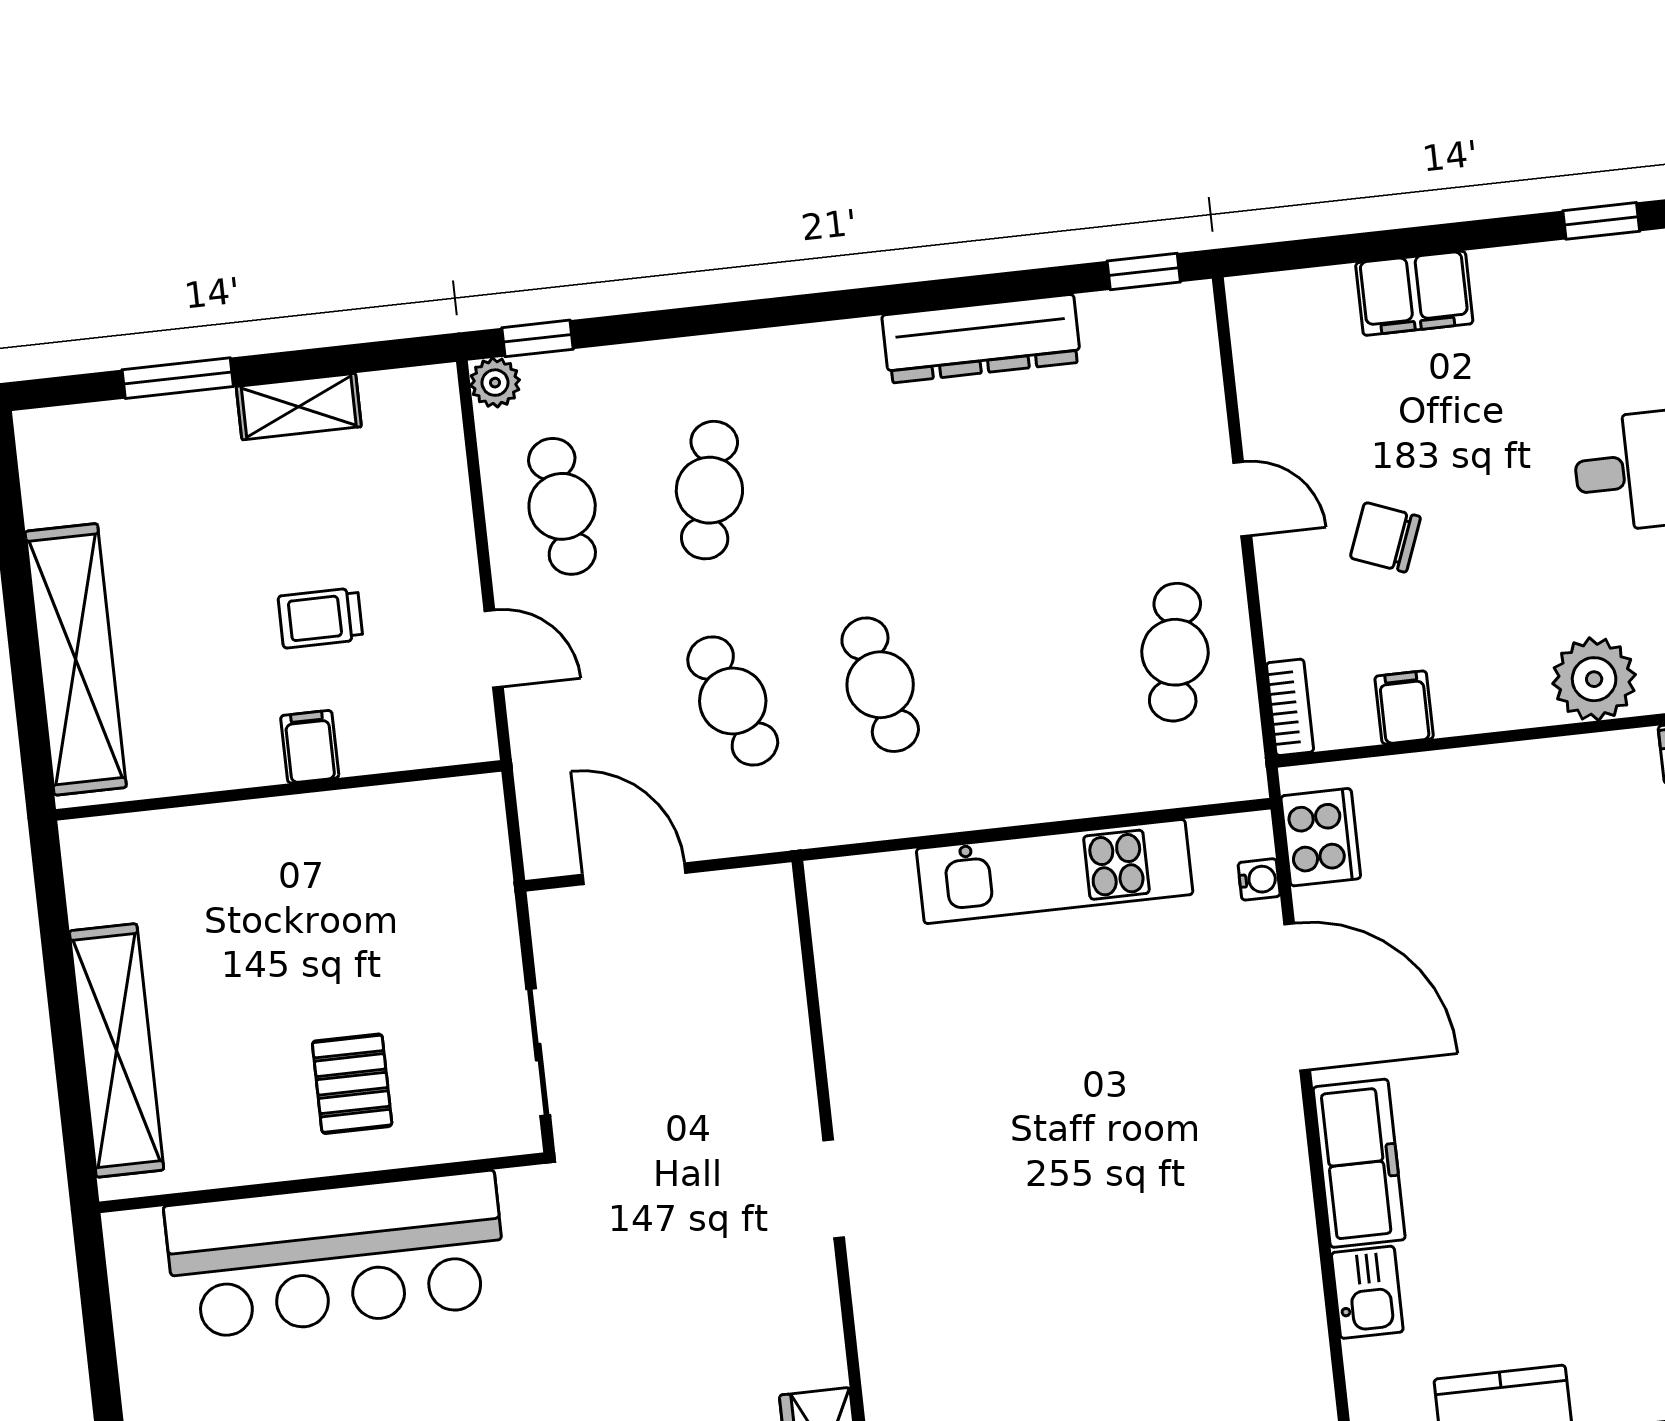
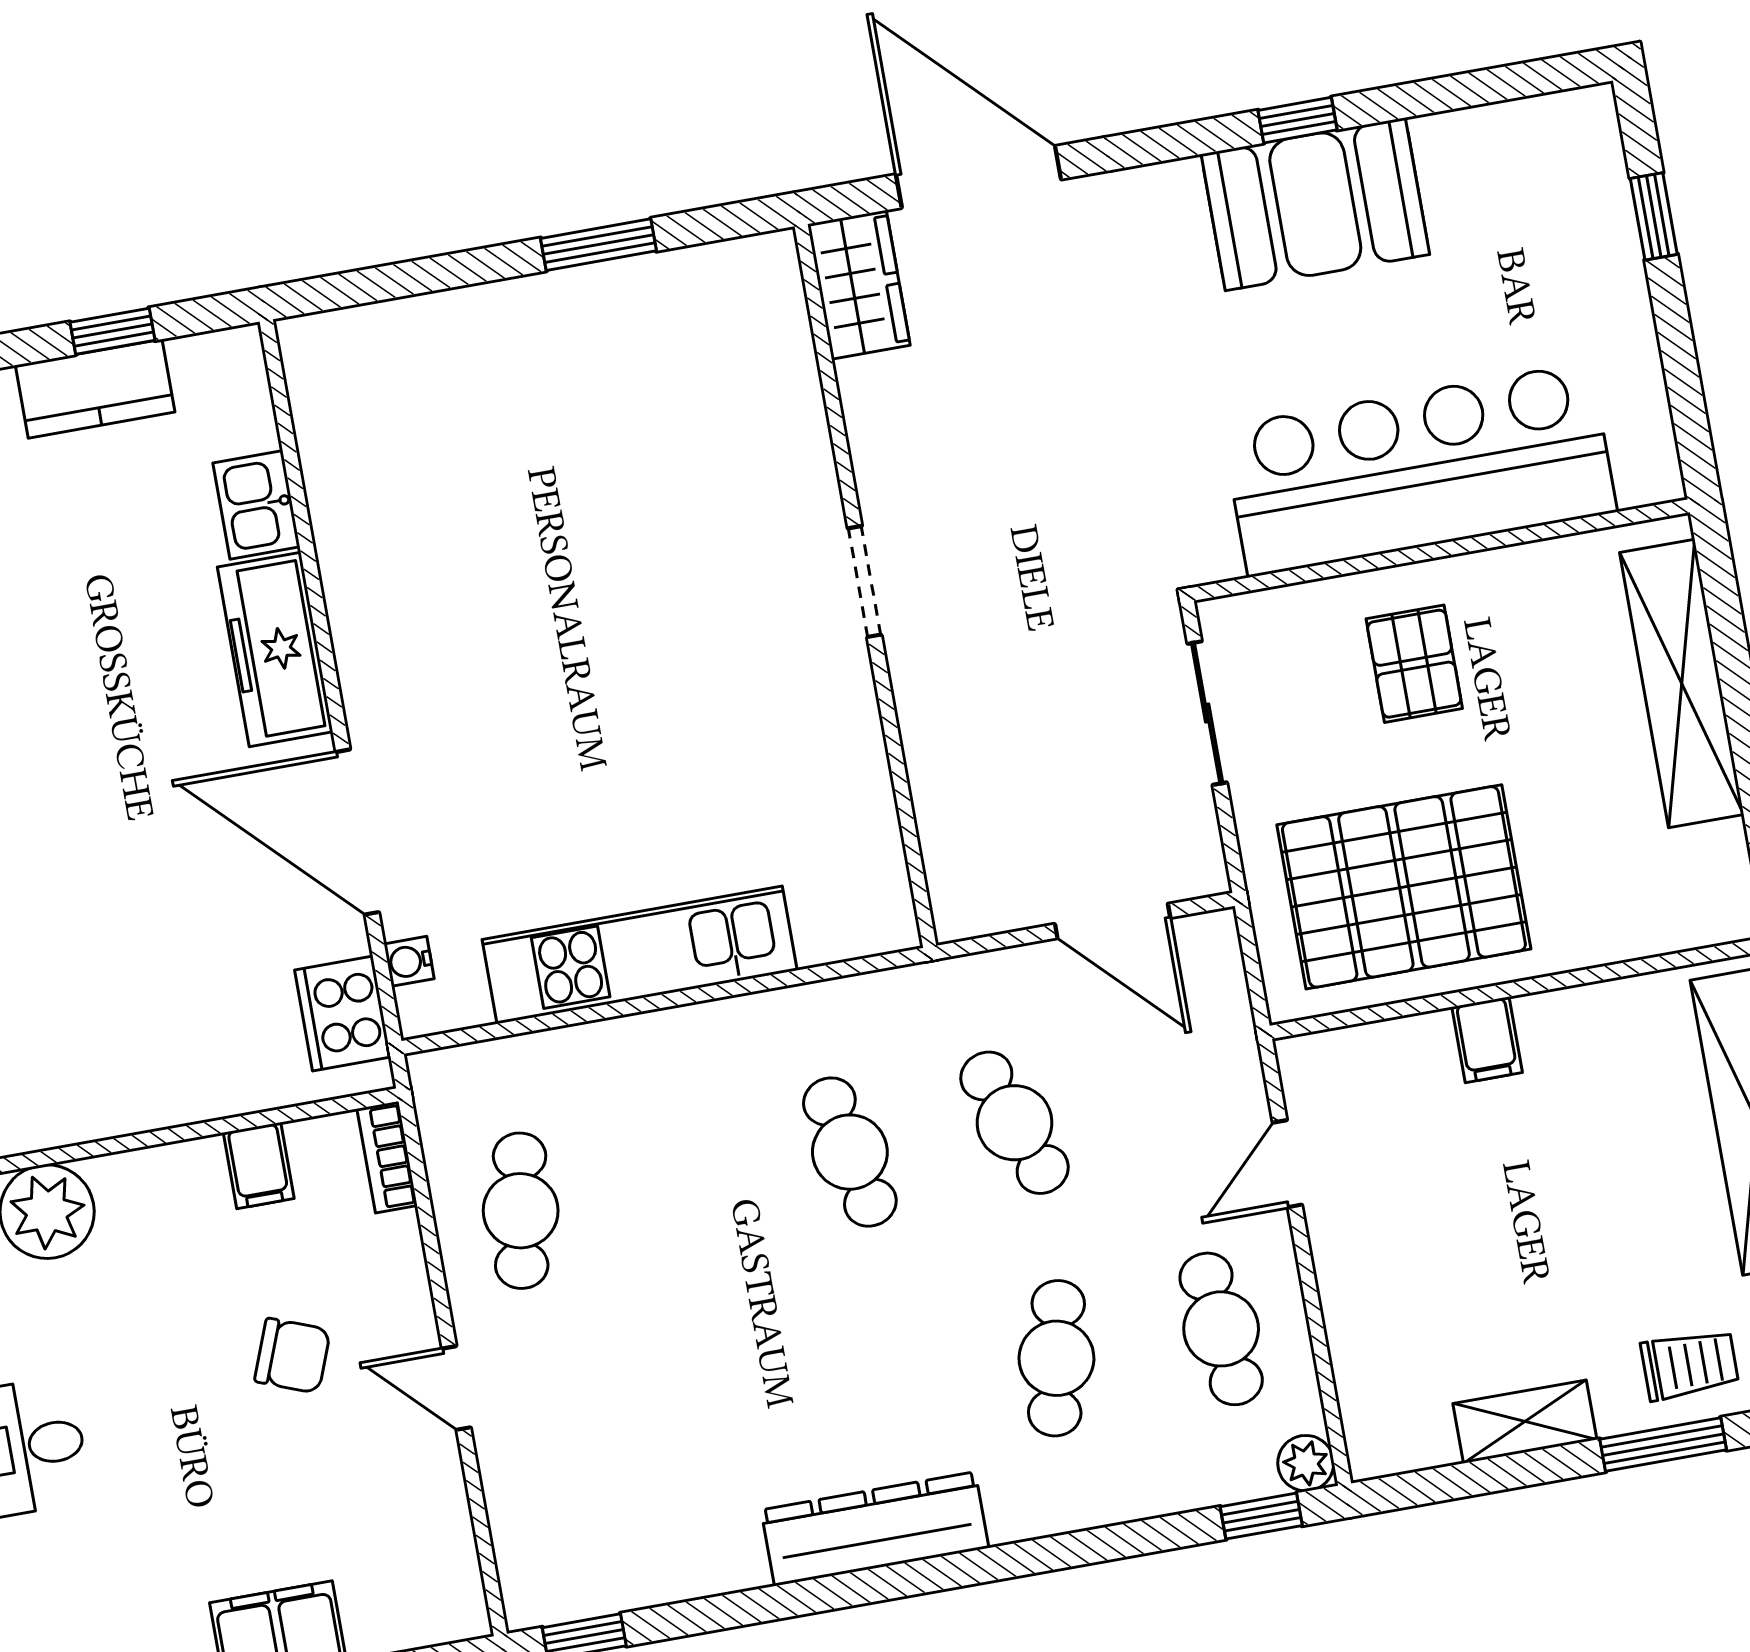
dresser: (981, 339) -> (875, 1529), moved
trolley: (320, 618) -> (1690, 1365), moved
door: (494, 649) -> (1287, 1164), hinge flipped
pallet: (374, 887) -> (1404, 887), added

